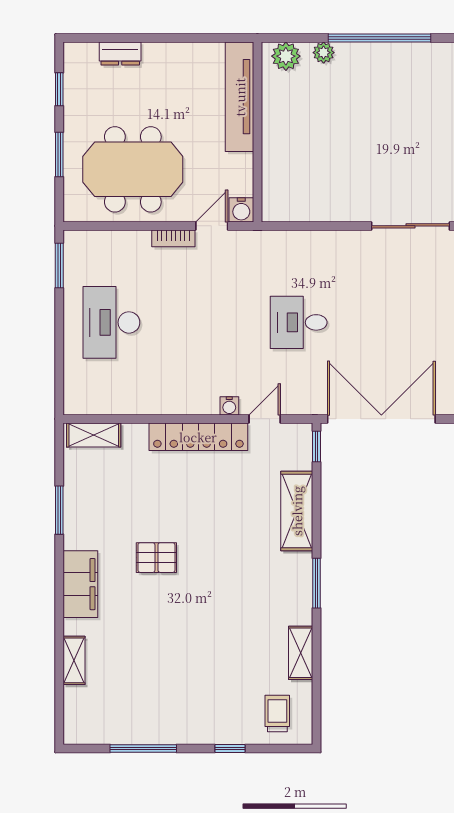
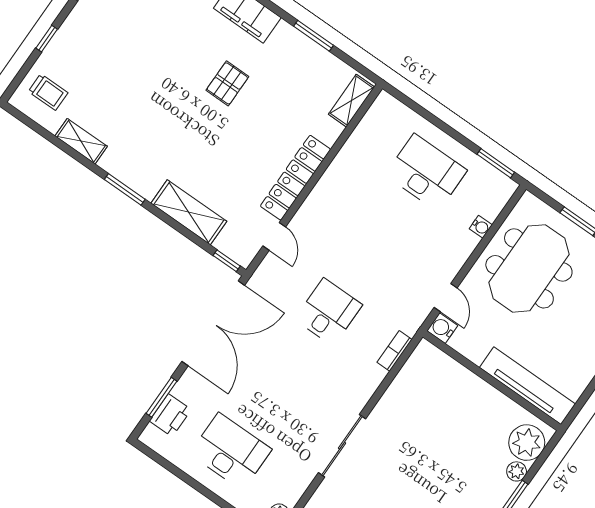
plant: (286, 56) -> (527, 443), width x1.36, depth x1.36
bookcase: (173, 238) -> (395, 351), moved
water cooler: (229, 406) -> (481, 227), moved, turned 180

